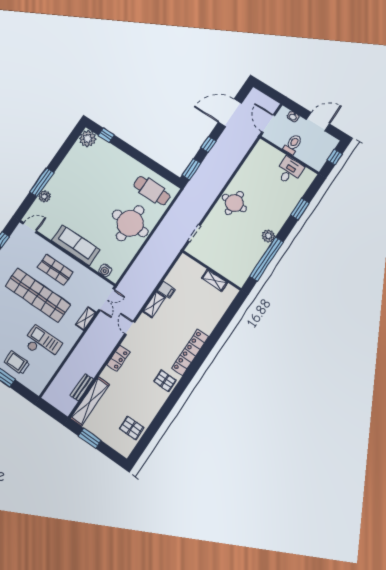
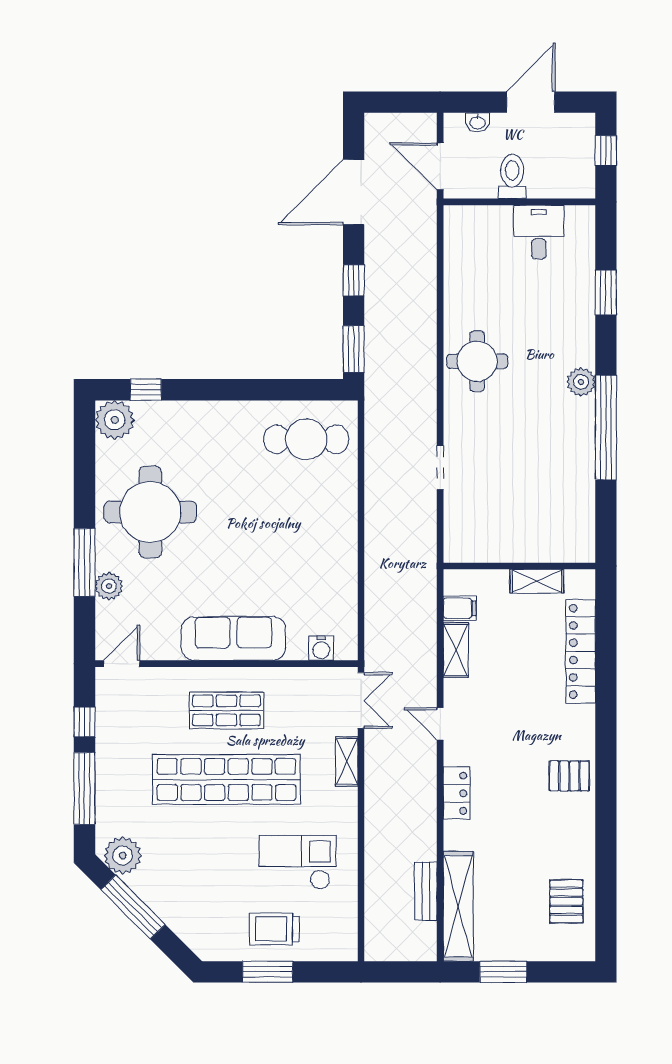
round table: (130, 223) -> (150, 512), moved
wall: (212, 270) -> (519, 566), moved
shelving: (214, 280) -> (537, 581), moved
locker: (190, 352) -> (581, 651), moved
pallet: (132, 428) -> (566, 901), turned 90

